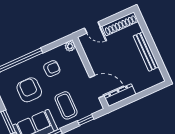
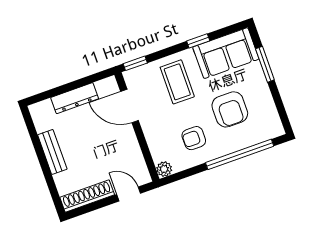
bench: (146, 51) -> (52, 152), width x0.73
dresser: (120, 95) -> (75, 98), moved
window: (86, 120) -> (135, 63), moved

